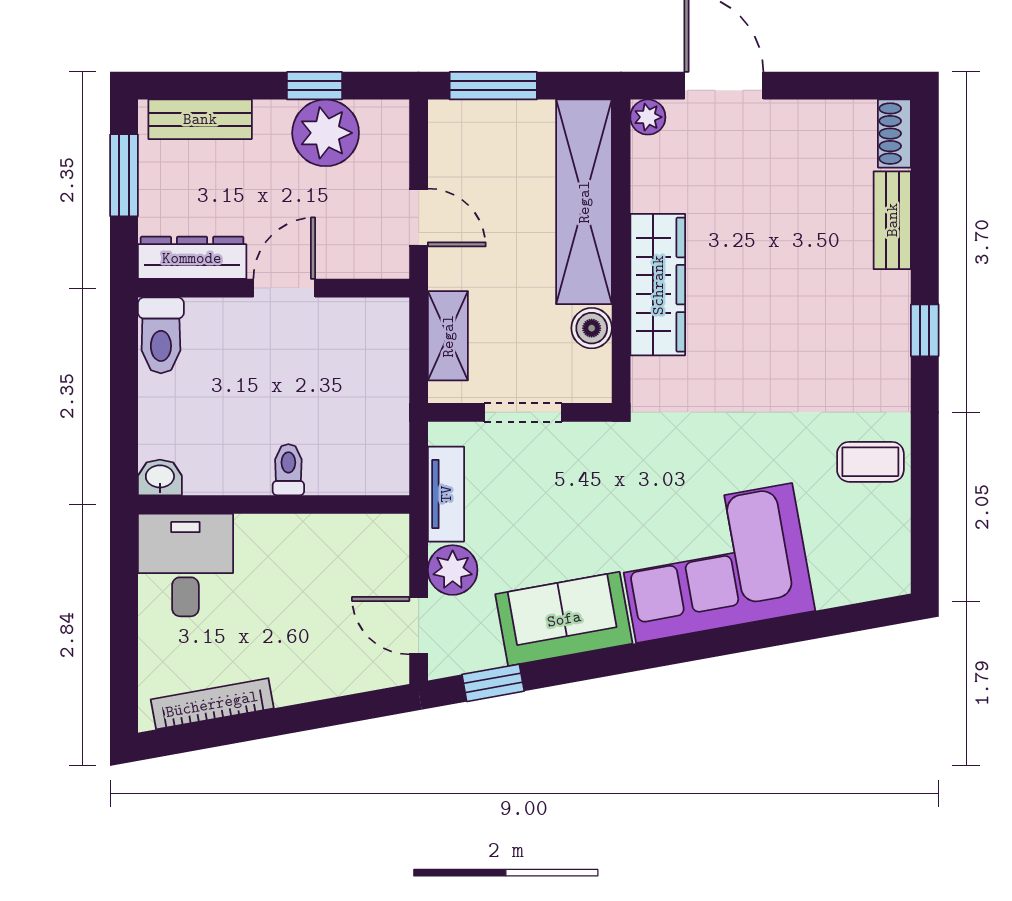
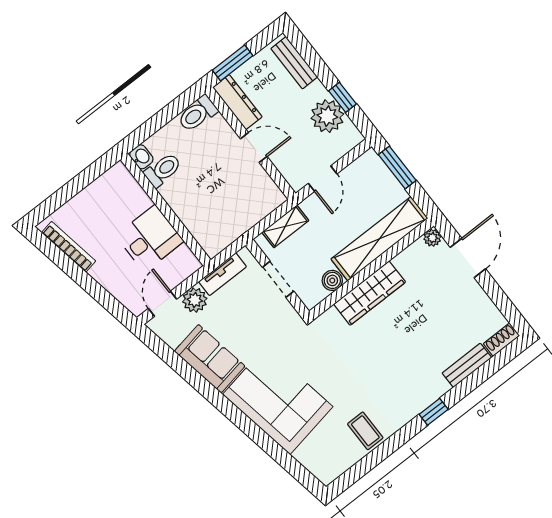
window: (124, 175) -> (233, 63), moved
toilet: (288, 470) -> (163, 170), moved, width x1.37, depth x1.39
desk: (185, 565) -> (150, 238), moved
window: (493, 683) -> (163, 350), removed

